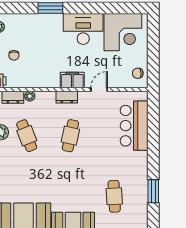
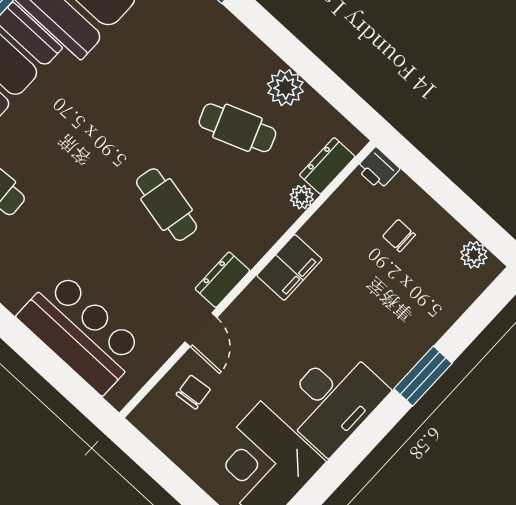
chair: (138, 73) -> (193, 392), moved
filing cabinet: (72, 80) -> (289, 267), moved
dresser: (67, 97) -> (222, 280), moved

